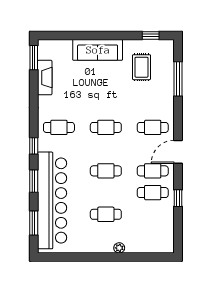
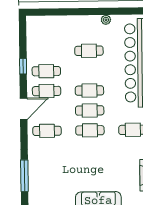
rug: (142, 67) -> (58, 186), removed
cafe table: (106, 149) -> (90, 110), added
plant: (119, 248) -> (106, 20), moved

